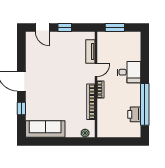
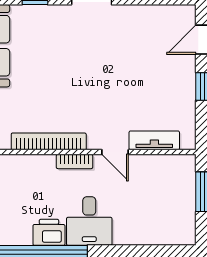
desk: (129, 72) -> (89, 221), moved
printer: (134, 114) -> (49, 232), moved

